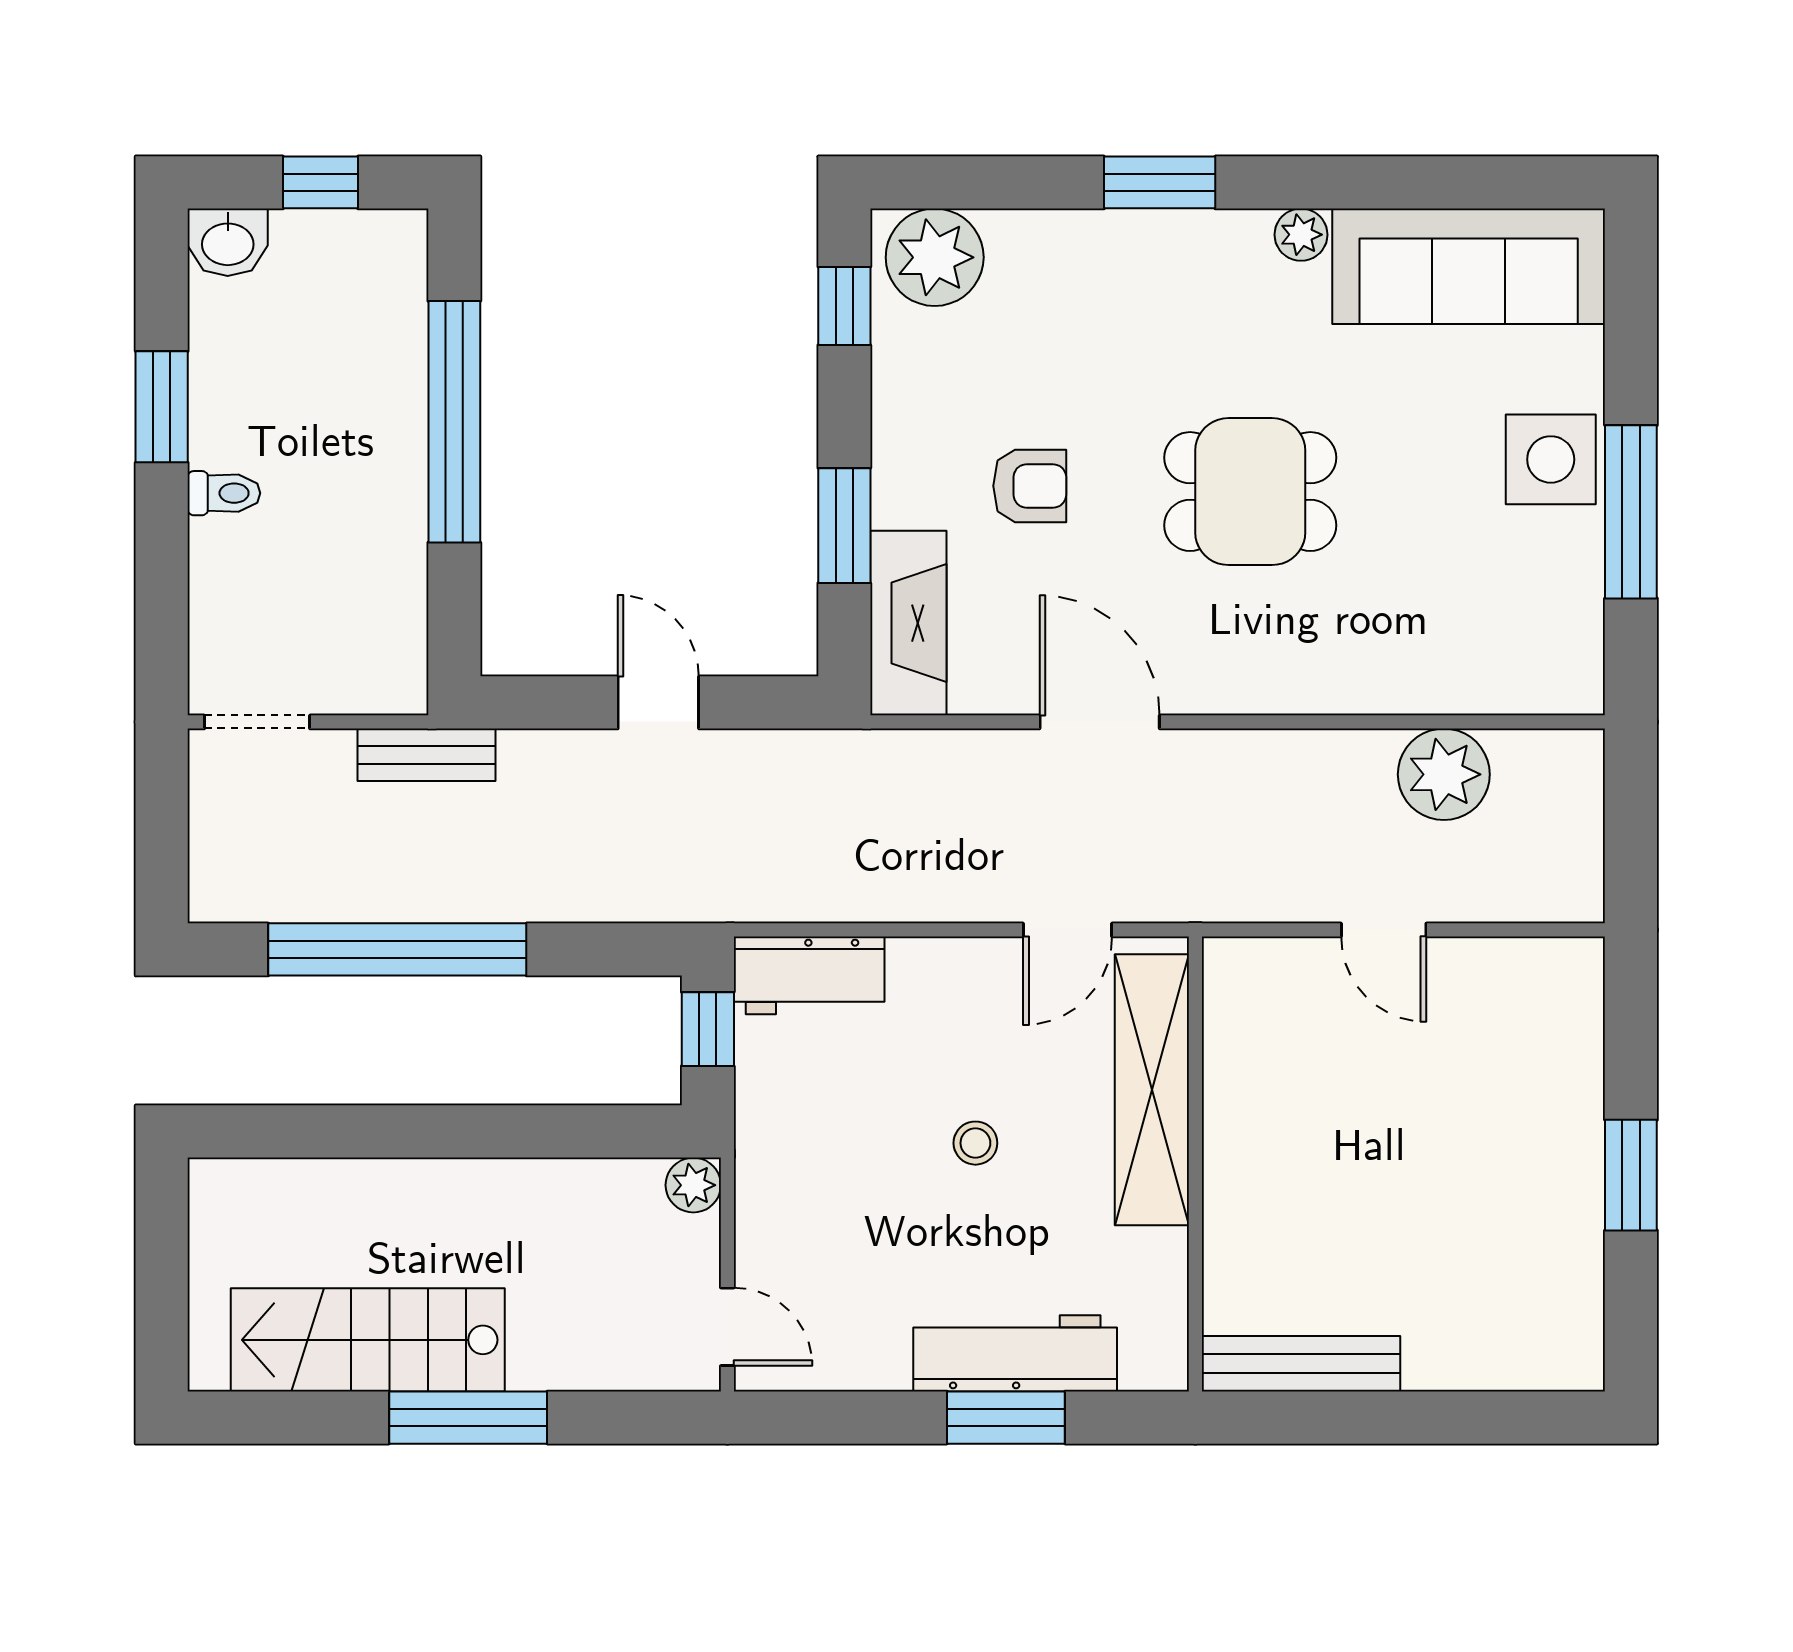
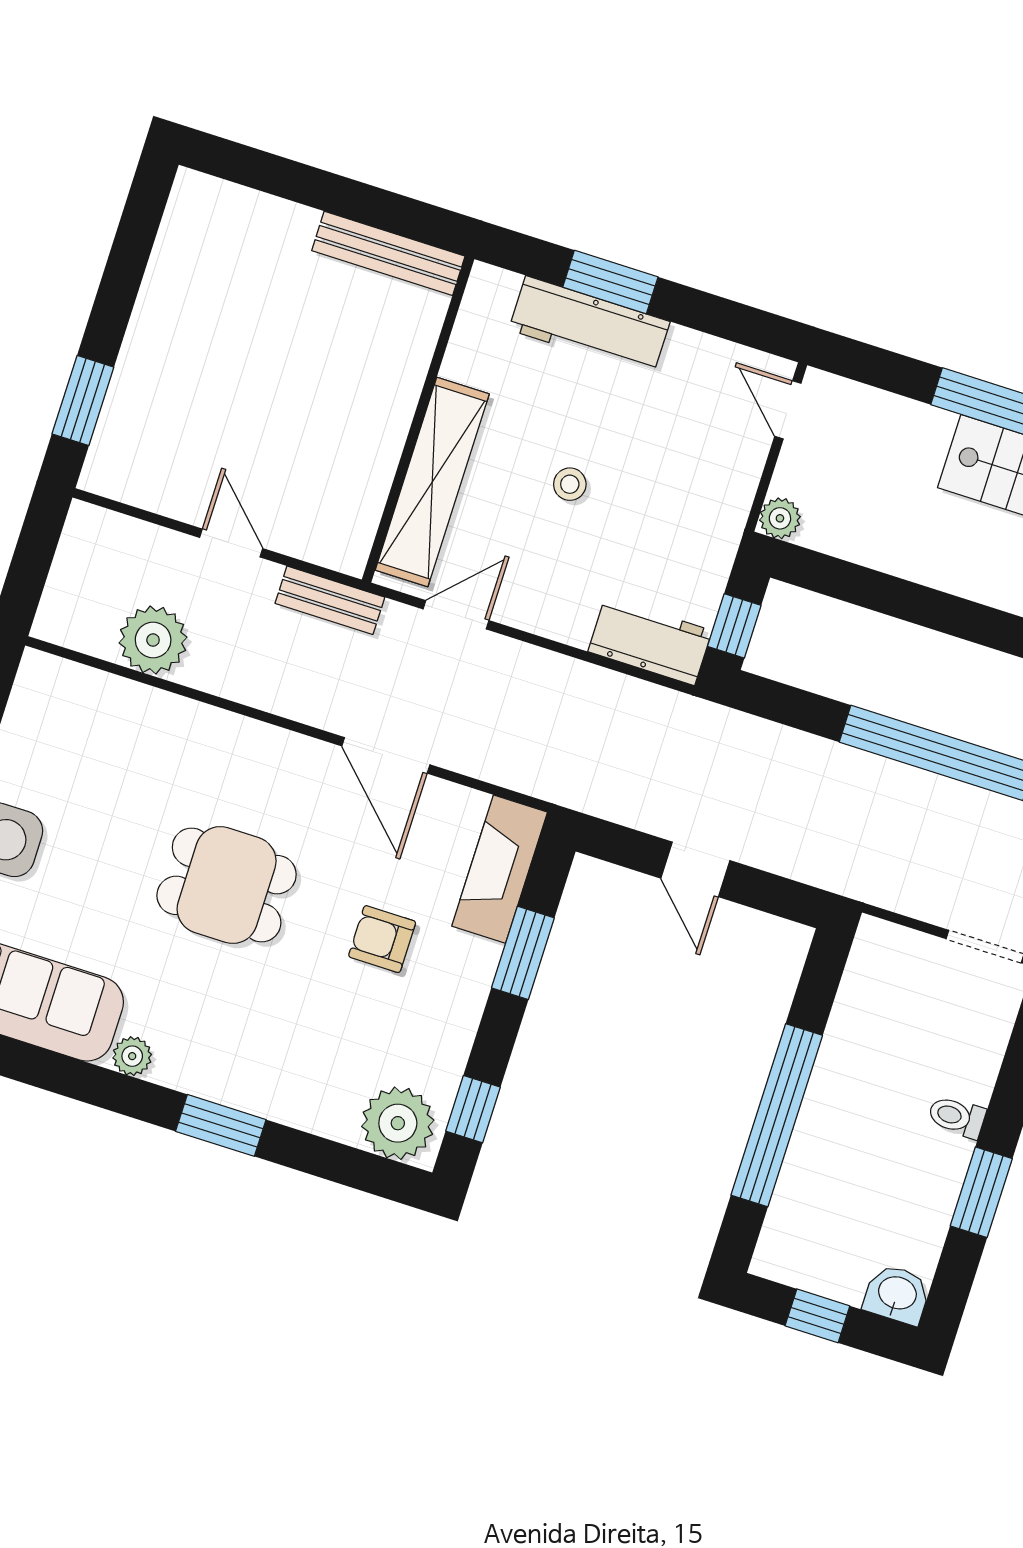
bench: (426, 755) -> (330, 600), moved
window: (1631, 1175) -> (83, 400), moved

